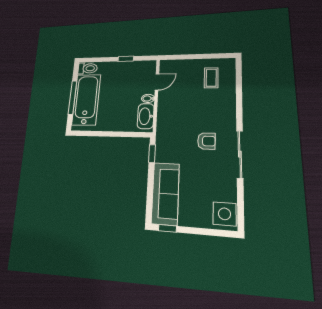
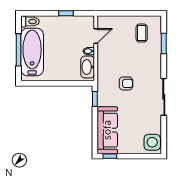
window: (239, 89) -> (164, 44), added
armchair: (206, 141) -> (126, 83), moved

